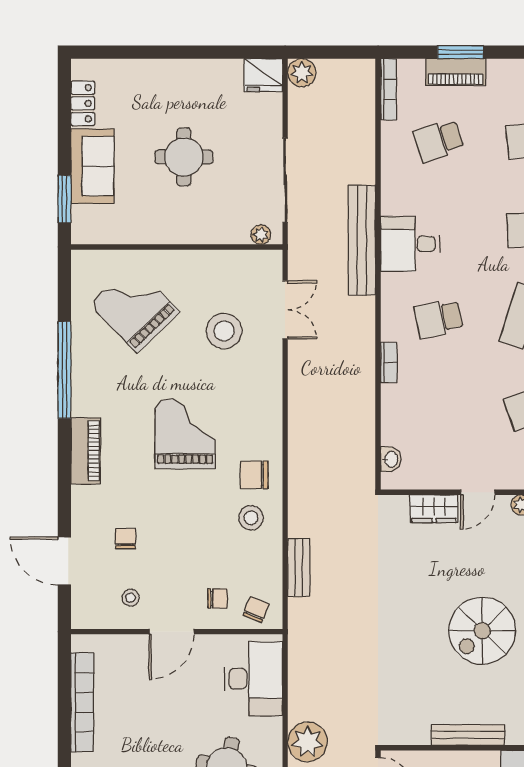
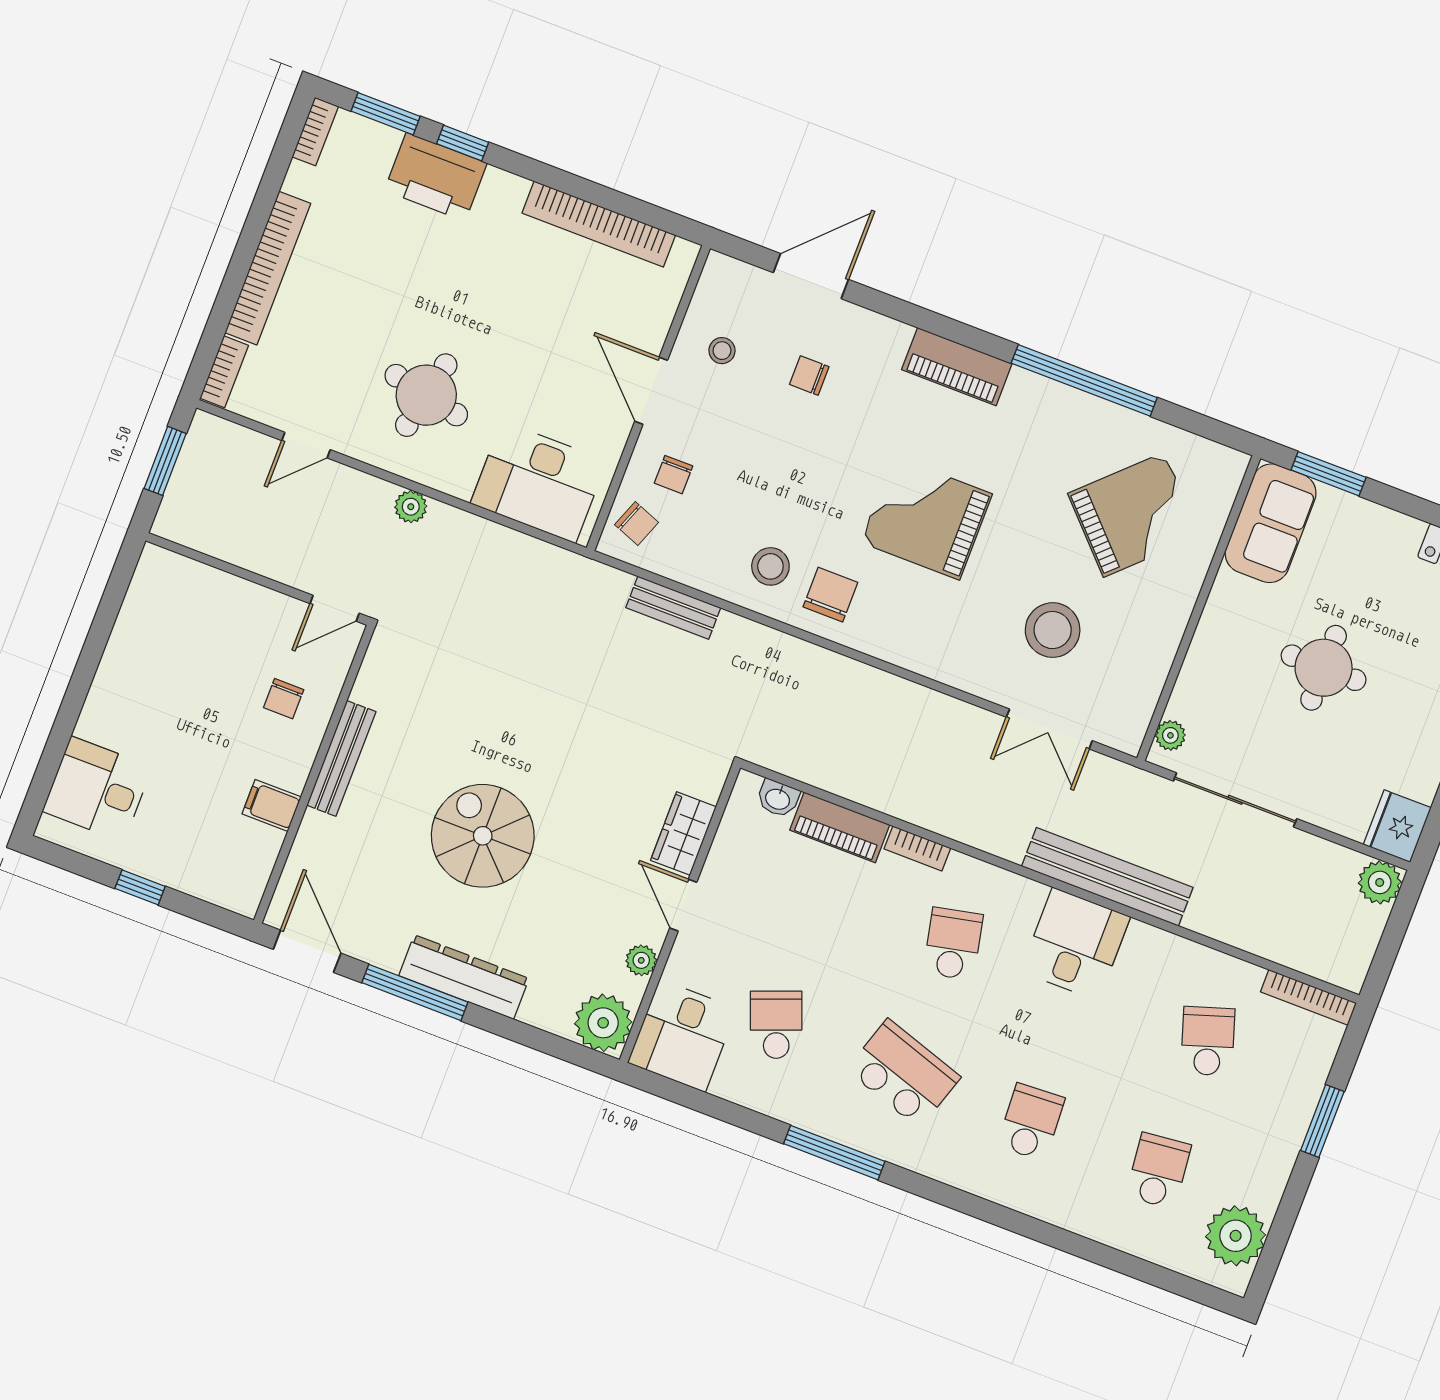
piano: (456, 72) -> (840, 827), moved, turned -90
sofa: (92, 166) -> (1271, 523), moved, turned -90
grand piano: (185, 434) -> (926, 518), turned 180
chair: (125, 539) -> (809, 376), turned 180
plant: (308, 742) -> (411, 507), width x0.53, depth x0.53

